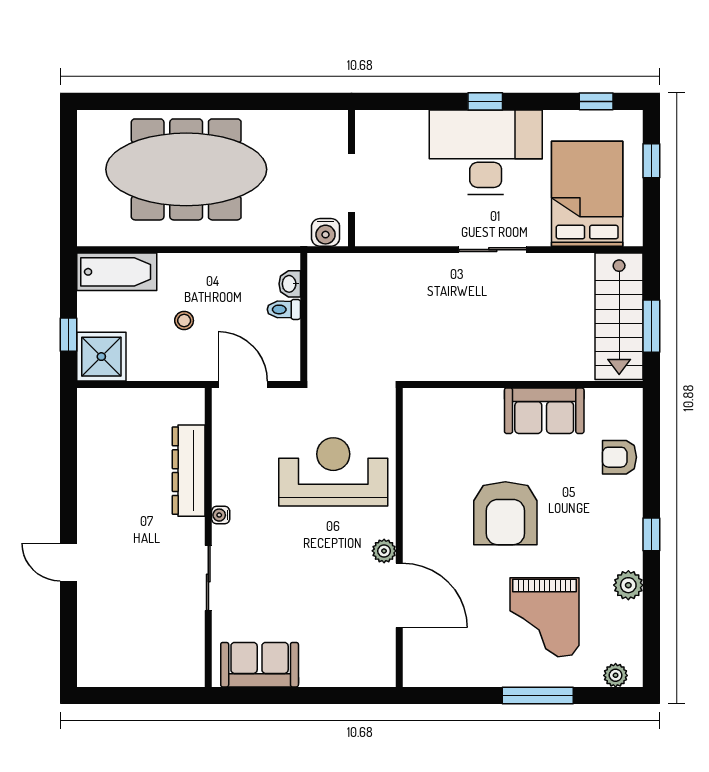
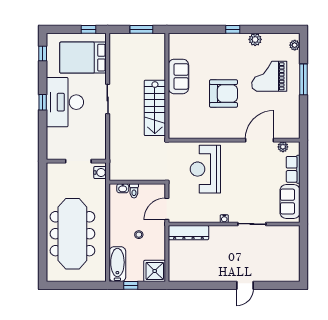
window: (651, 161) -> (89, 29), moved
stairs: (619, 316) -> (155, 108), moved, turned 90
window: (68, 335) -> (131, 285), moved
armchair: (619, 457) -> (199, 43), removed
dresser: (189, 471) -> (188, 233), moved
plant: (384, 551) -> (283, 147), moved
grand piano: (545, 617) -> (269, 76), turned 180
row of seats: (333, 672) -> (293, 169), added

